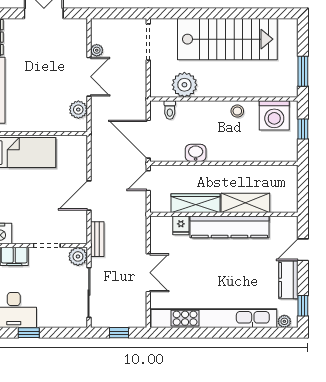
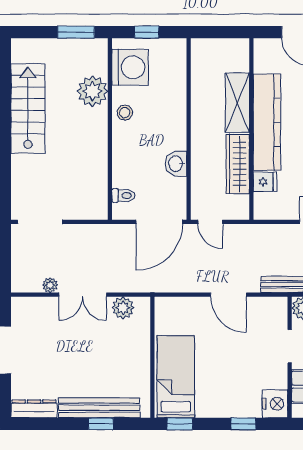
stairs: (227, 39) -> (28, 108), width x0.73, depth x0.66
double door: (89, 77) -> (83, 295), swing flipped
plant: (184, 85) -> (93, 91), moved

